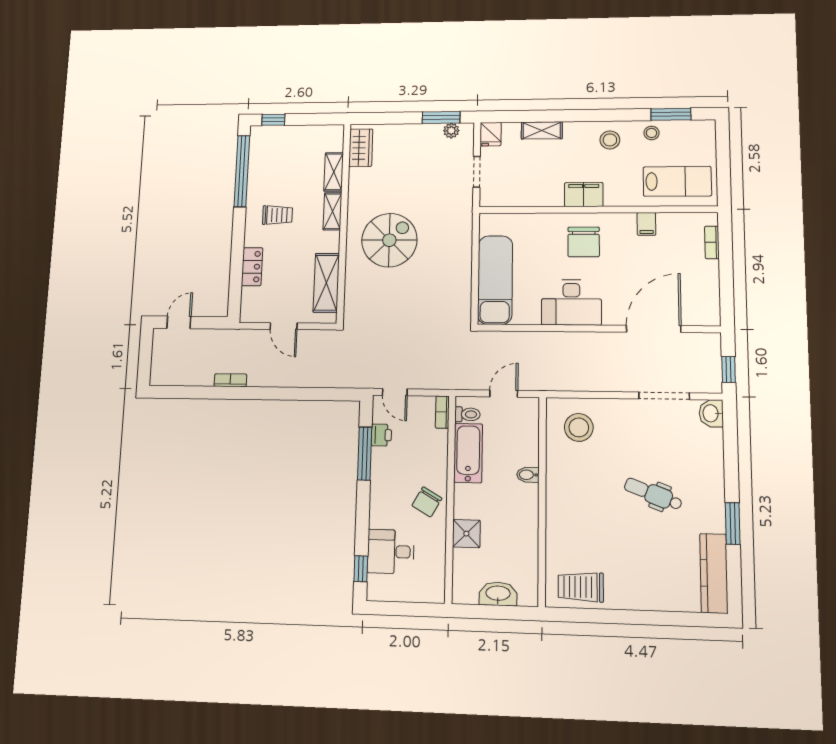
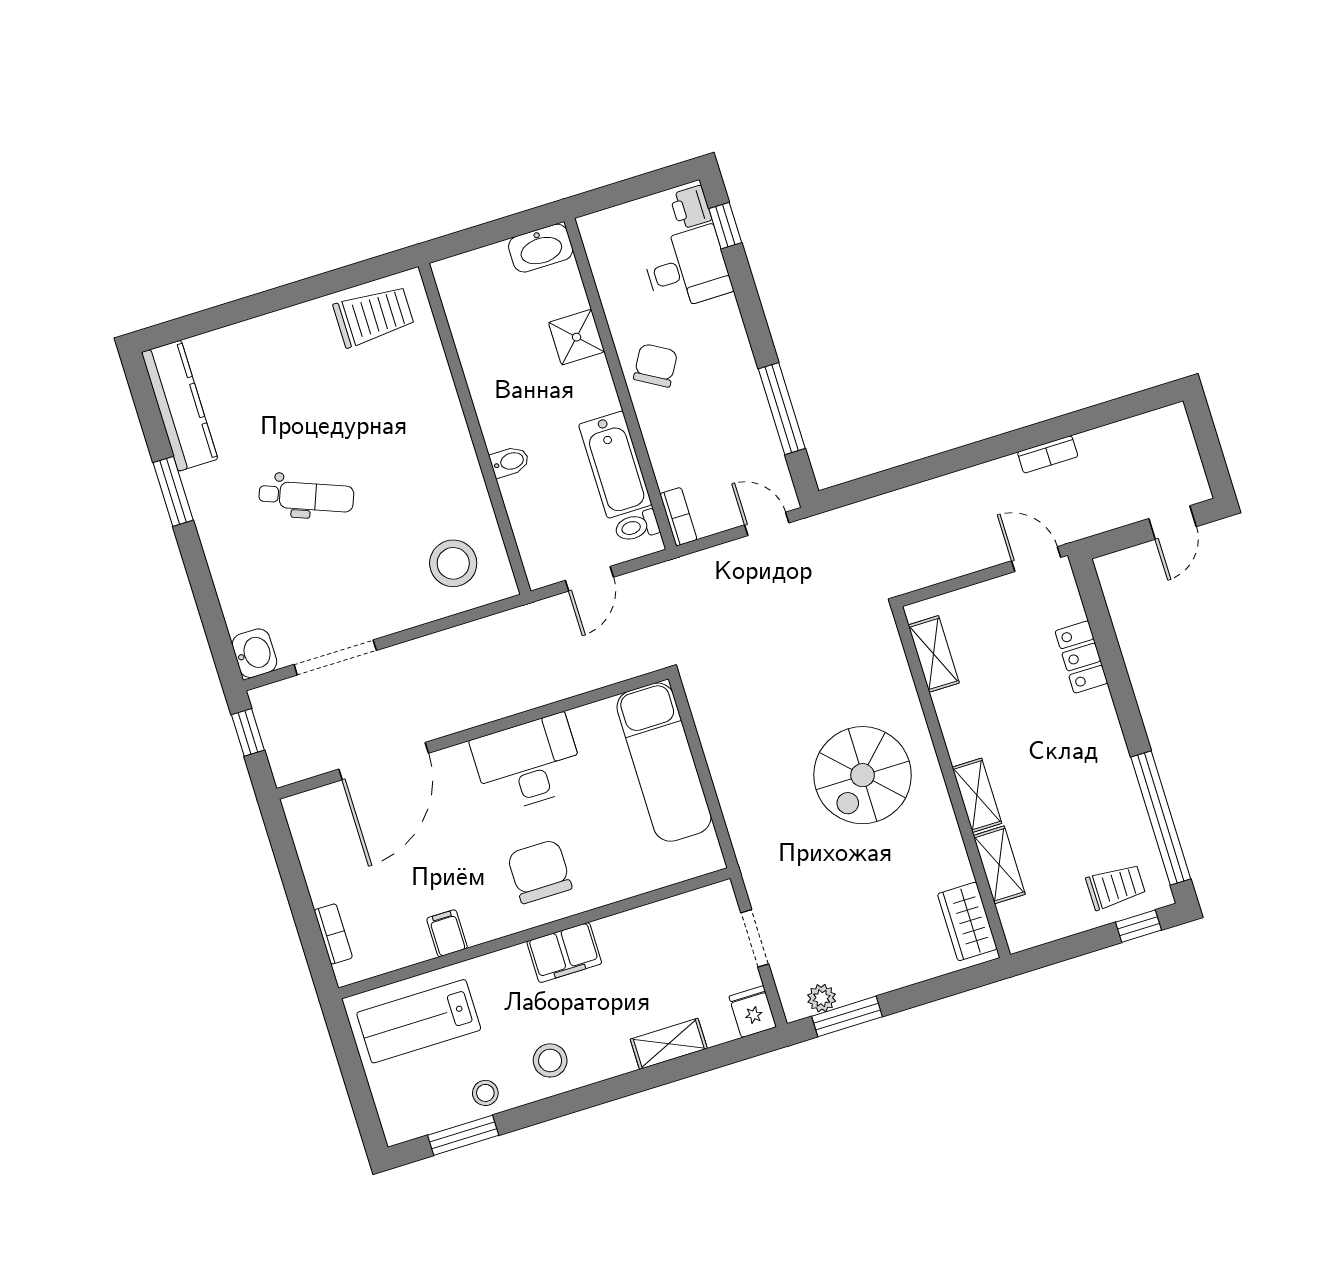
trolley: (278, 215) -> (1116, 887), moved, turned 180
shelving: (326, 283) -> (934, 654), width x0.67, depth x0.75
door: (284, 326) -> (1036, 559), moved
printer: (381, 435) -> (691, 207), moved
washbasin: (498, 594) -> (541, 248), moved

